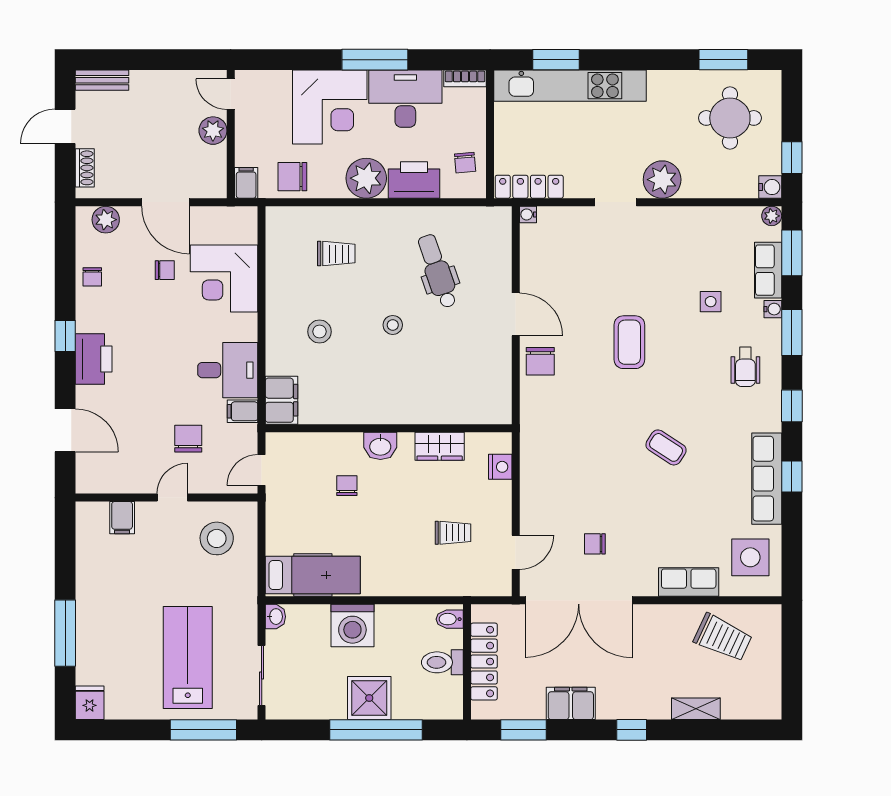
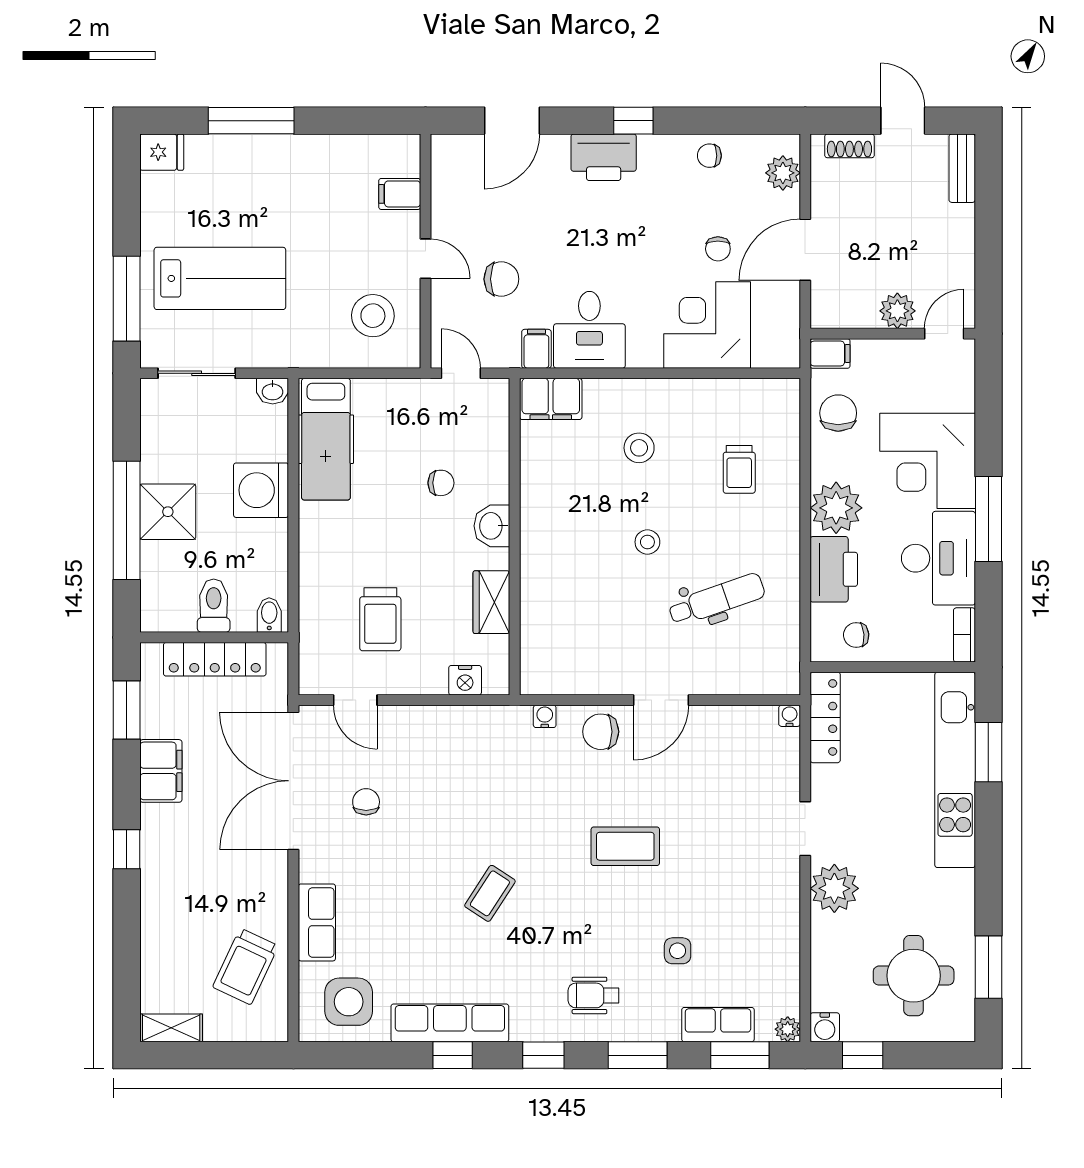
water cooler: (773, 309) -> (545, 716), moved, turned 180
trolley: (453, 533) -> (380, 619), width x1.36, depth x1.39
shelving: (696, 709) -> (171, 1028), moved, turned 90

